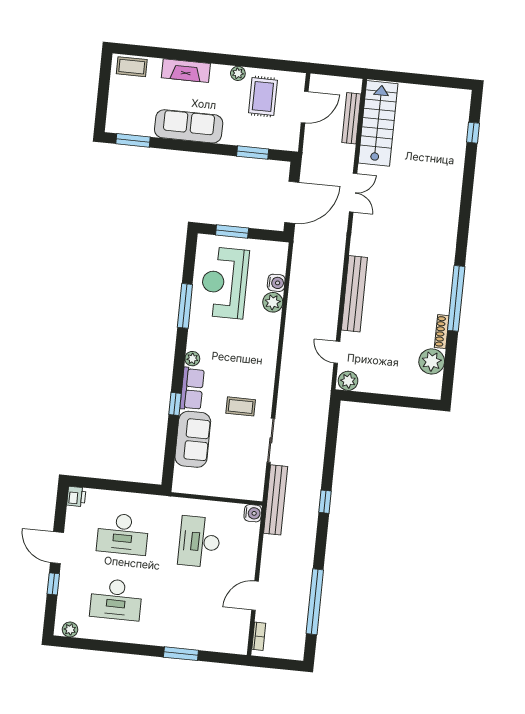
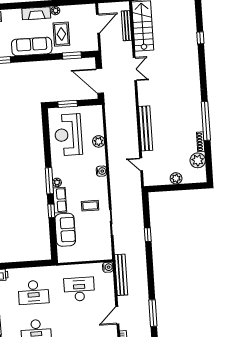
fireplace: (186, 71) -> (36, 13), moved
rug: (263, 97) -> (61, 34), moved
window: (473, 133) -> (200, 38), moved
door: (292, 202) -> (100, 81), swing flipped
water cooler: (276, 283) -> (101, 171), moved
window: (185, 306) -> (49, 181), moved
plant: (348, 381) -> (176, 178), moved
bench: (276, 500) -> (121, 275), moved
window: (325, 502) -> (148, 235), moved
desk: (199, 542) -> (79, 289), turned 90
window: (315, 602) -> (153, 313), width x0.68

